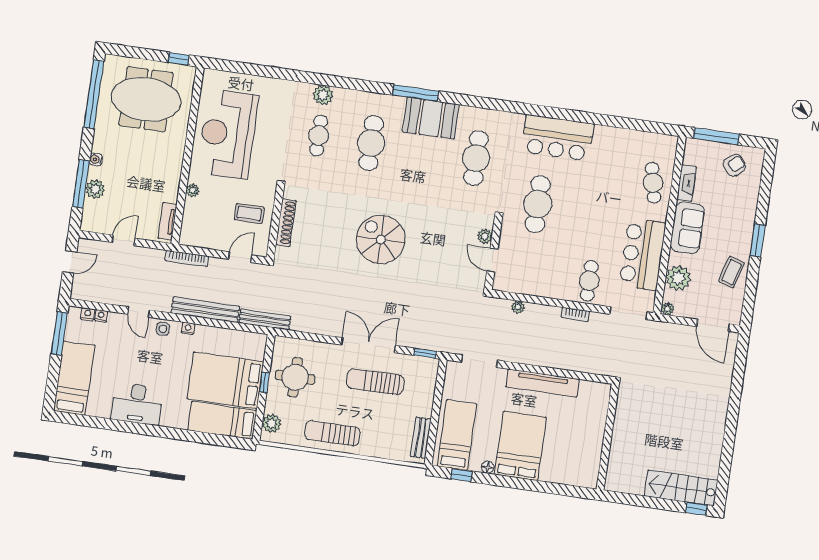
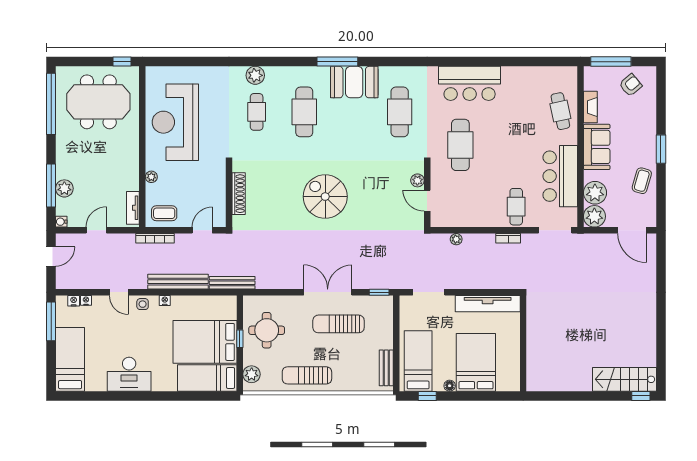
water cooler: (96, 159) -> (61, 222), moved
coffee table: (249, 214) -> (164, 213), moved
plant: (667, 309) -> (594, 216), width x1.87, depth x1.87
wall: (608, 437) -> (523, 343), moved

